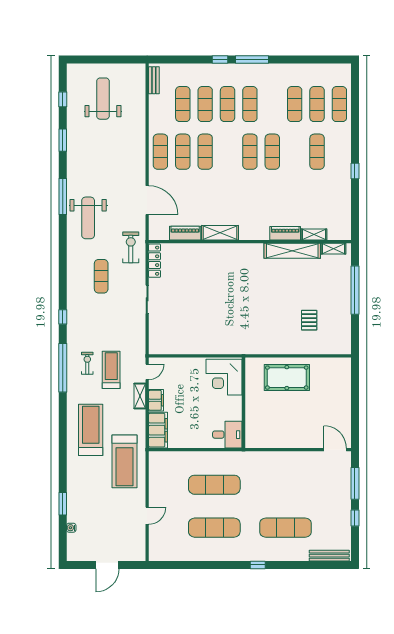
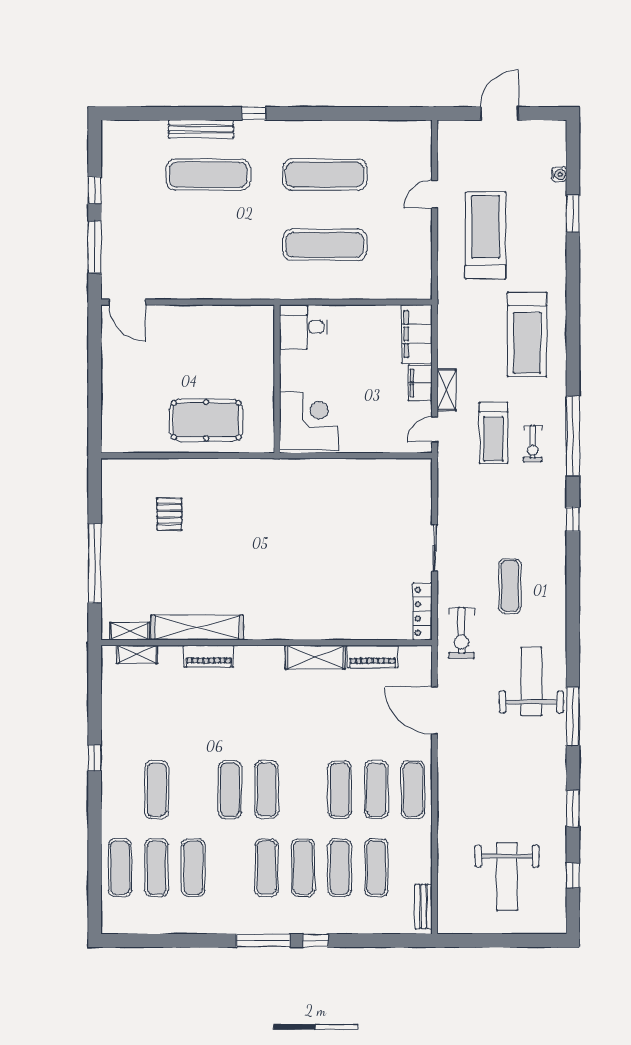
shelving: (314, 234) -> (137, 654), moved
treadmill: (125, 461) -> (486, 236), moved
bench: (329, 556) -> (201, 129), moved

